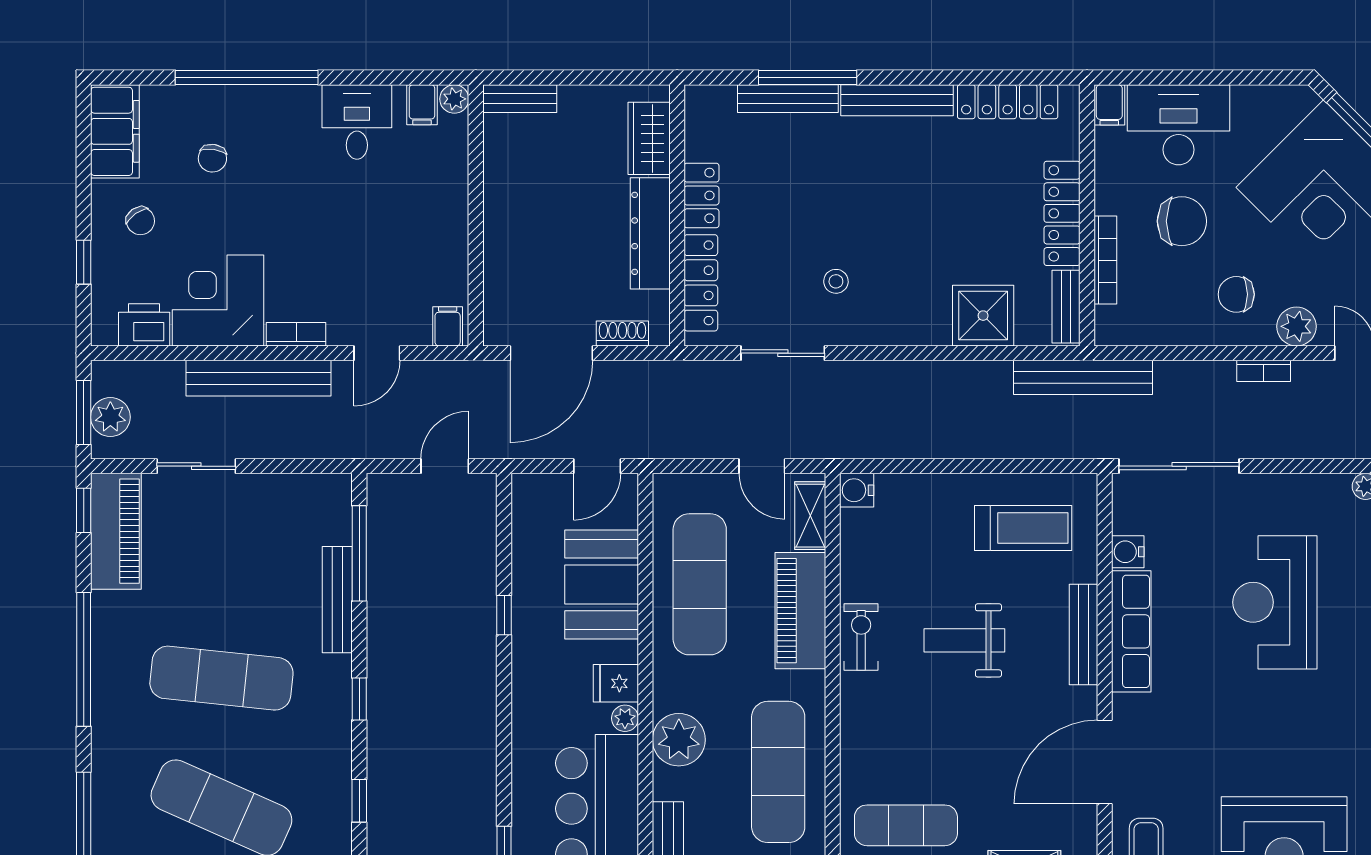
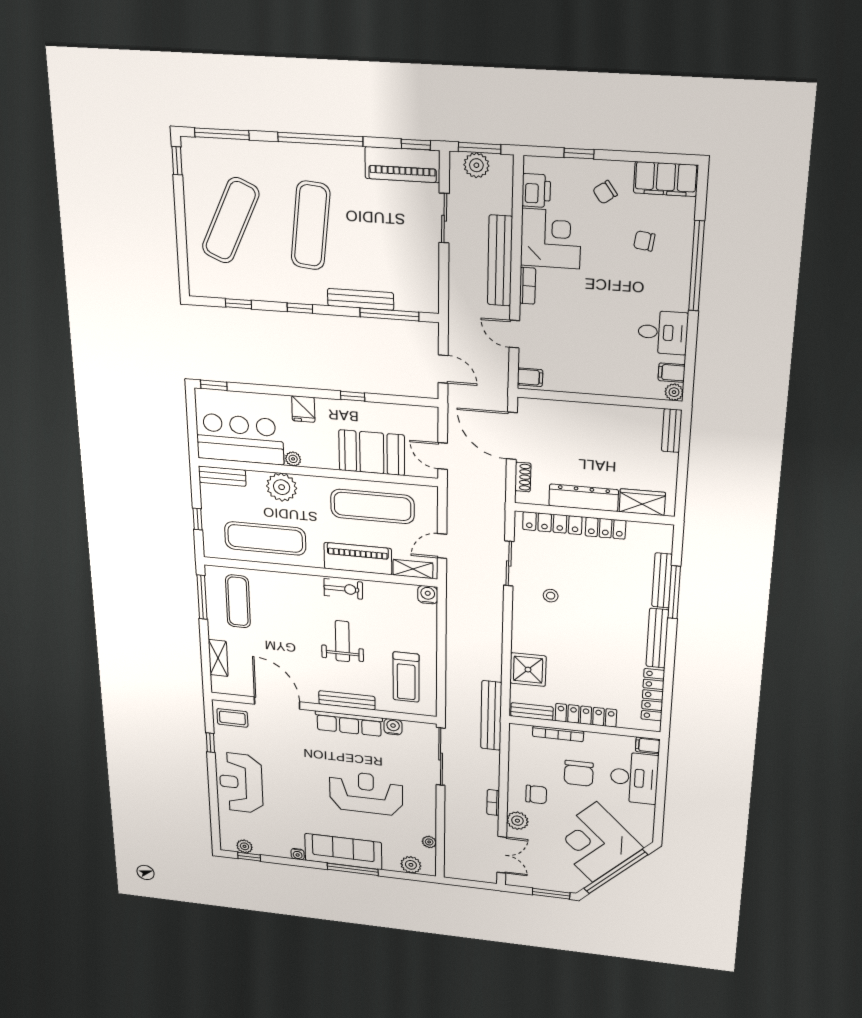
chair: (1236, 294) -> (536, 794), turned 90
fridge: (616, 683) -> (303, 409), moved, turned 180

